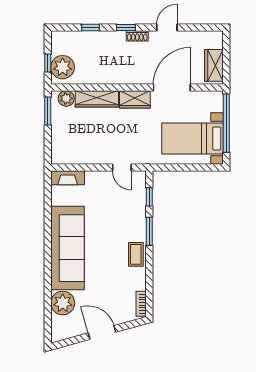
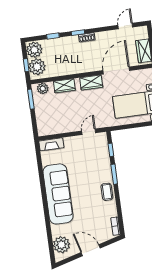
door: (167, 27) -> (125, 26), moved
plant: (62, 43) -> (34, 50), added
wardrobe: (97, 99) -> (64, 86), width x0.67
door: (122, 168) -> (89, 132), swing flipped
plant: (63, 303) -> (62, 245), moved

